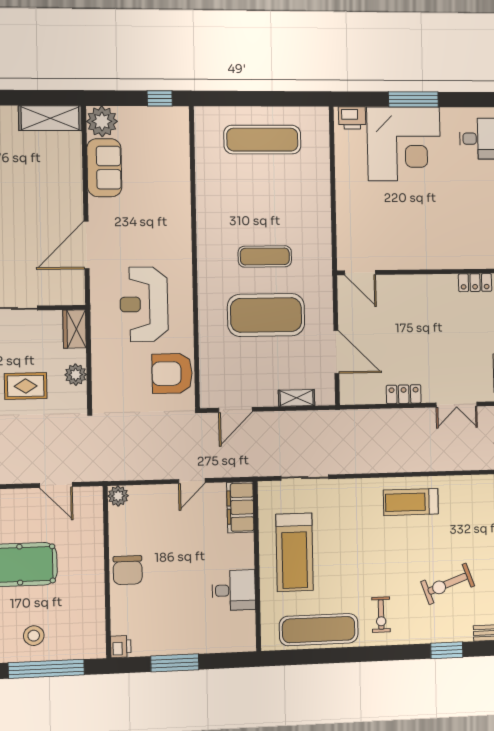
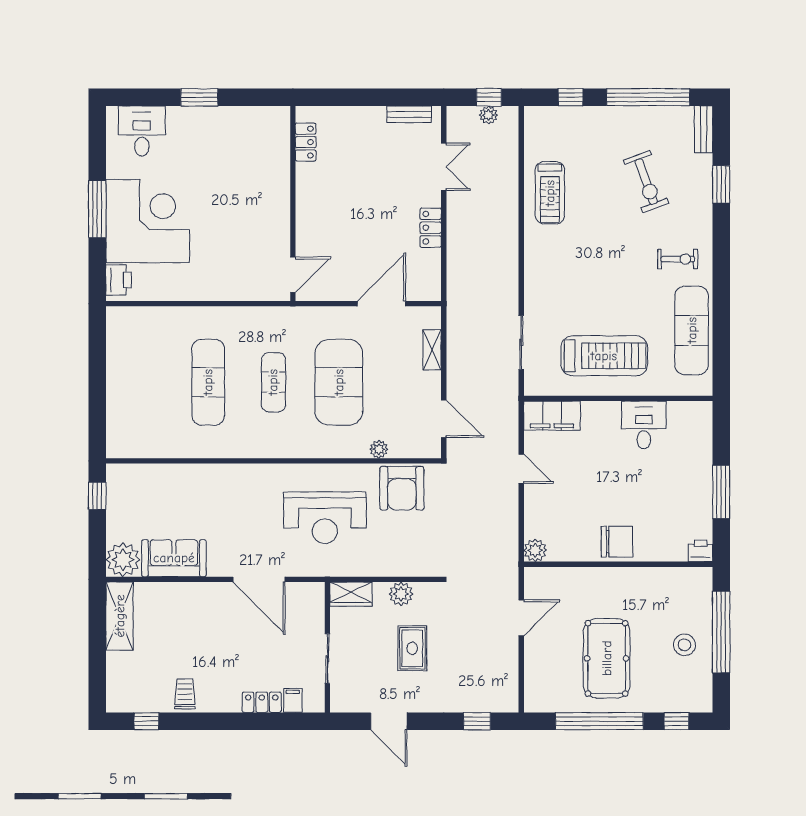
exercise mat: (262, 140) -> (208, 382), moved
plant: (207, 352) -> (379, 449), added
treadmill: (411, 502) -> (550, 193), moved

